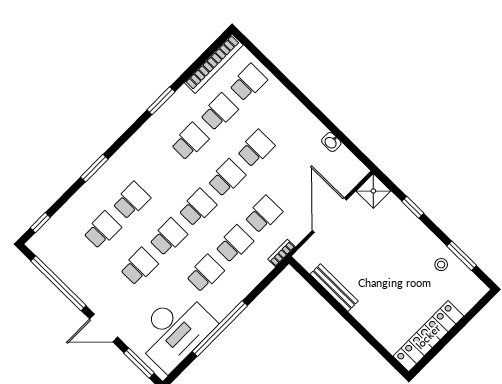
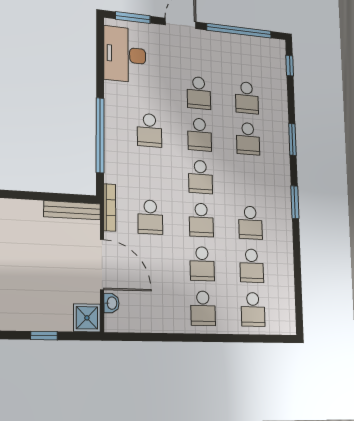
bookcase: (214, 64) -> (288, 299), removed
window: (161, 101) -> (295, 202), moved
washbasin: (331, 142) -> (111, 303), moved, turned 90
school desk: (234, 244) -> (203, 308), moved
bookcase: (281, 253) -> (110, 207), width x1.56
bench: (334, 288) -> (72, 210), moved
window: (220, 329) -> (100, 135), moved
desk: (174, 331) -> (125, 55), width x0.73, depth x0.77

